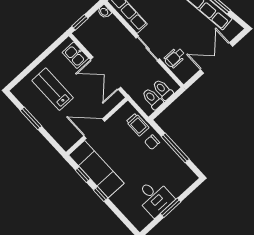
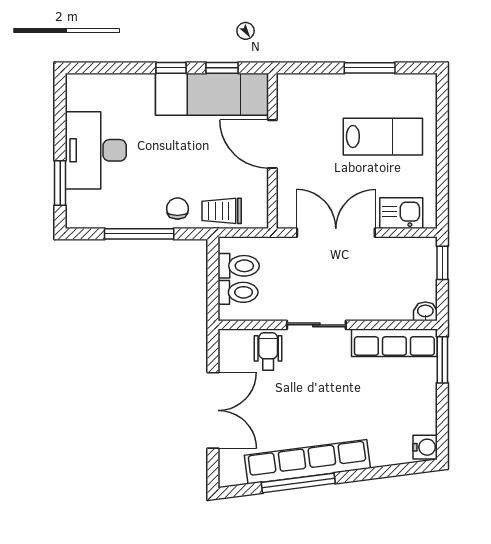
door: (94, 129) -> (272, 144), swing flipped
desk: (154, 197) -> (96, 150), width x1.37
window: (171, 208) -> (60, 183), moved

